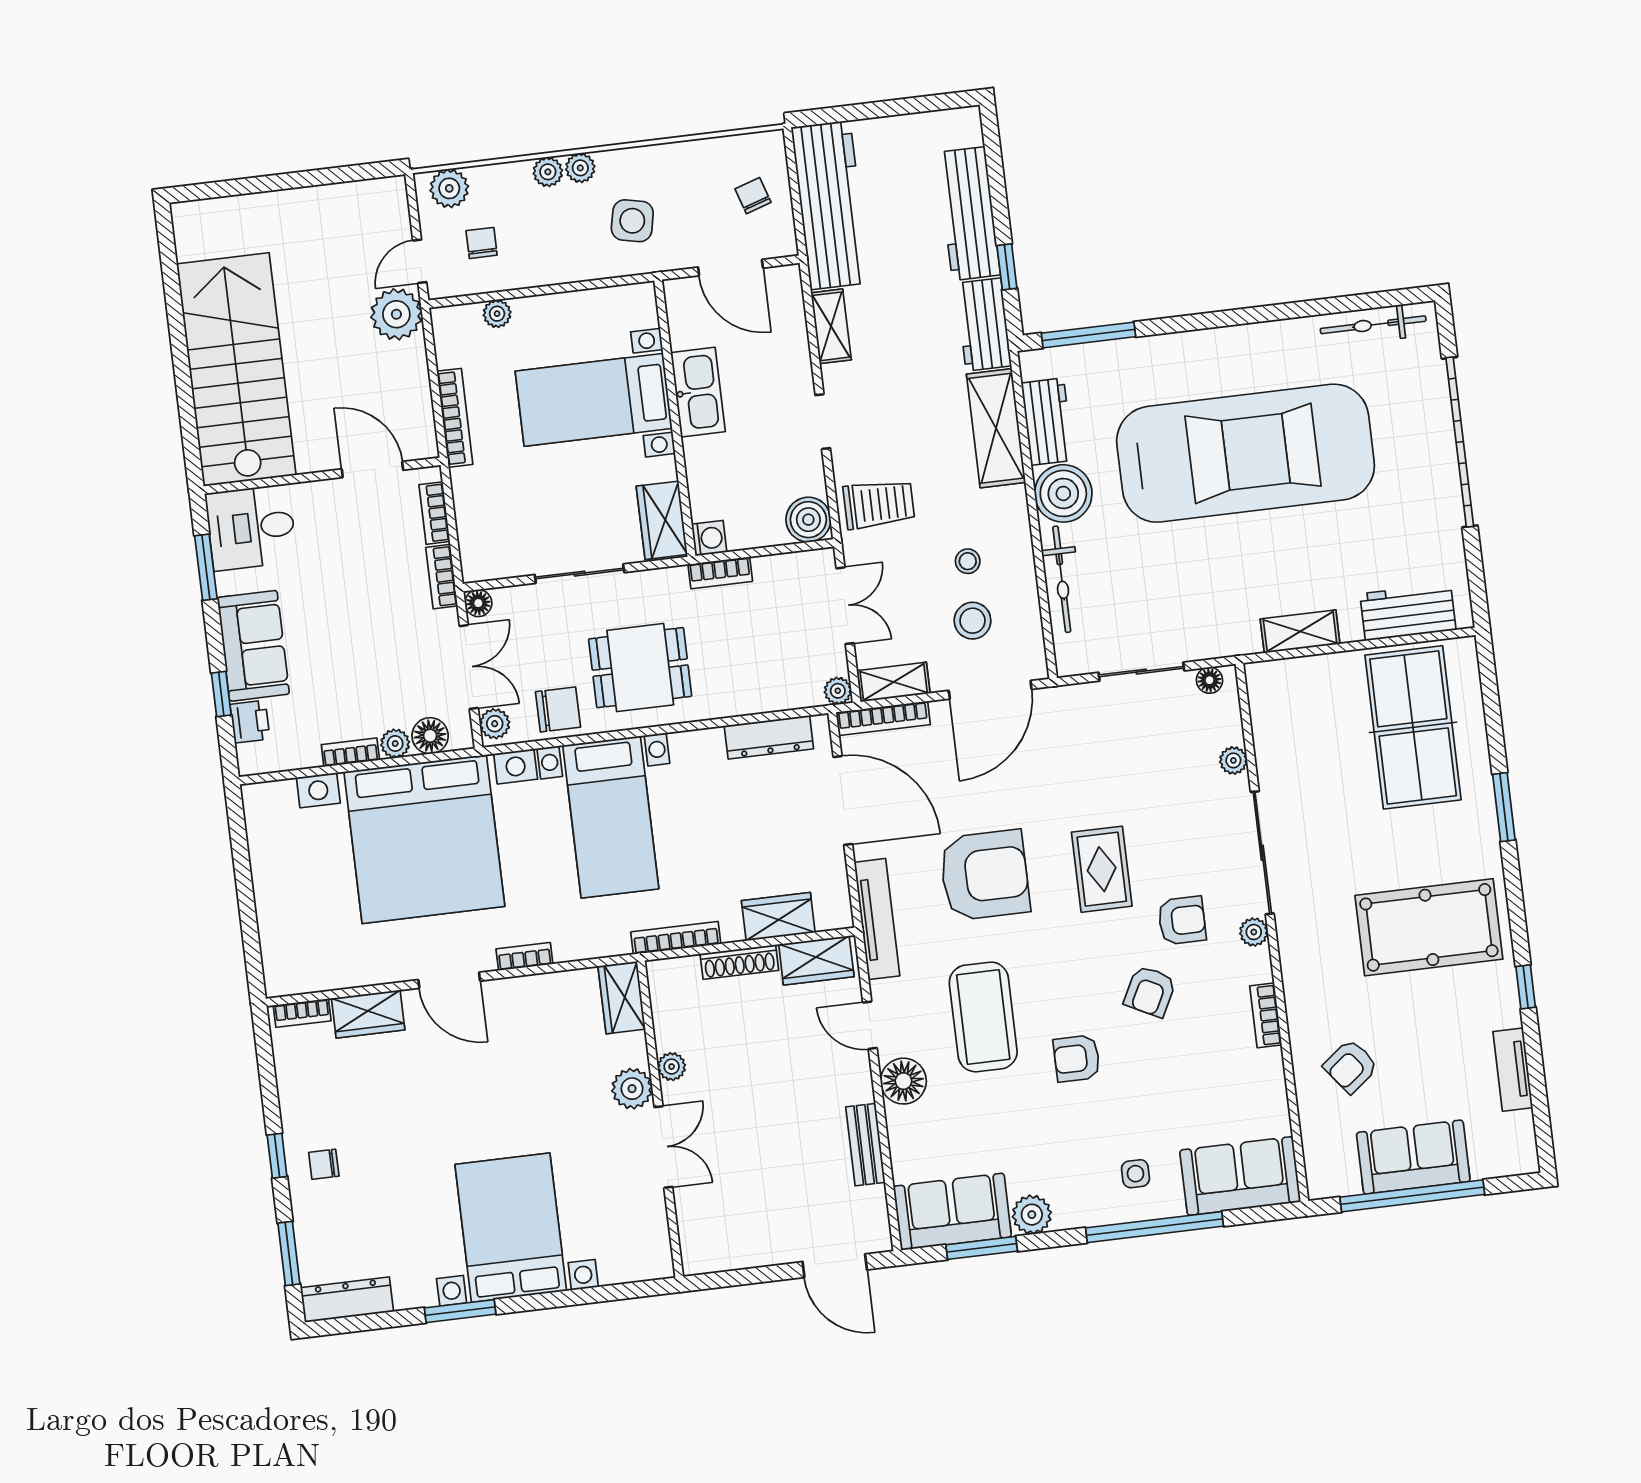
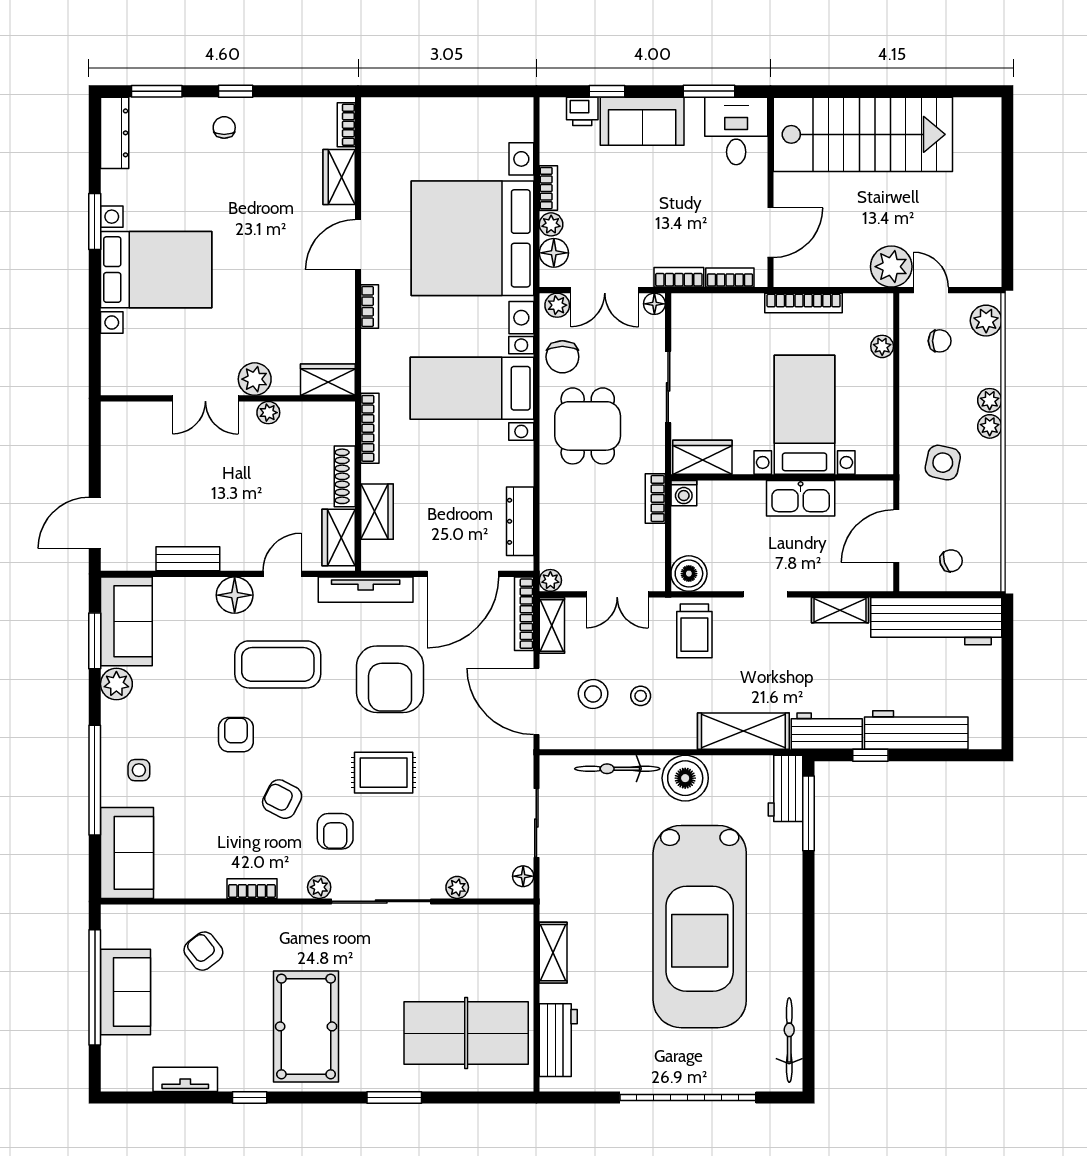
workbench: (1047, 422) -> (786, 788), moved, turned 90

